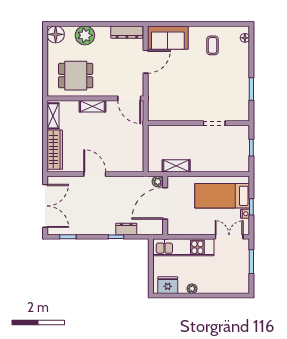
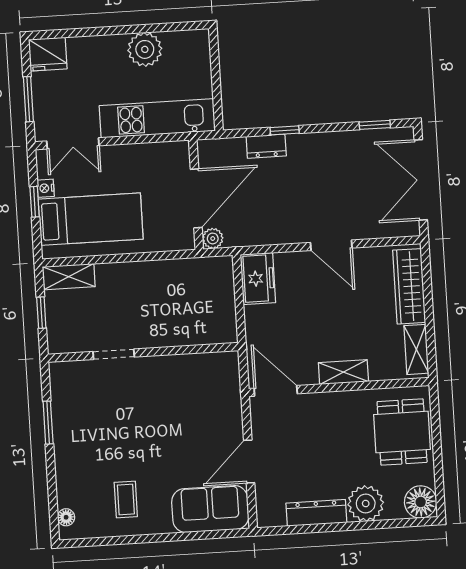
dresser: (127, 32) -> (316, 513), moved
dining table: (76, 76) -> (402, 432), moved, turned 90
freezer: (135, 159) -> (258, 279), added
shelving: (176, 166) -> (69, 277), moved
fridge: (168, 285) -> (48, 54), moved
plant: (192, 289) -> (145, 49), width x1.87, depth x1.87

